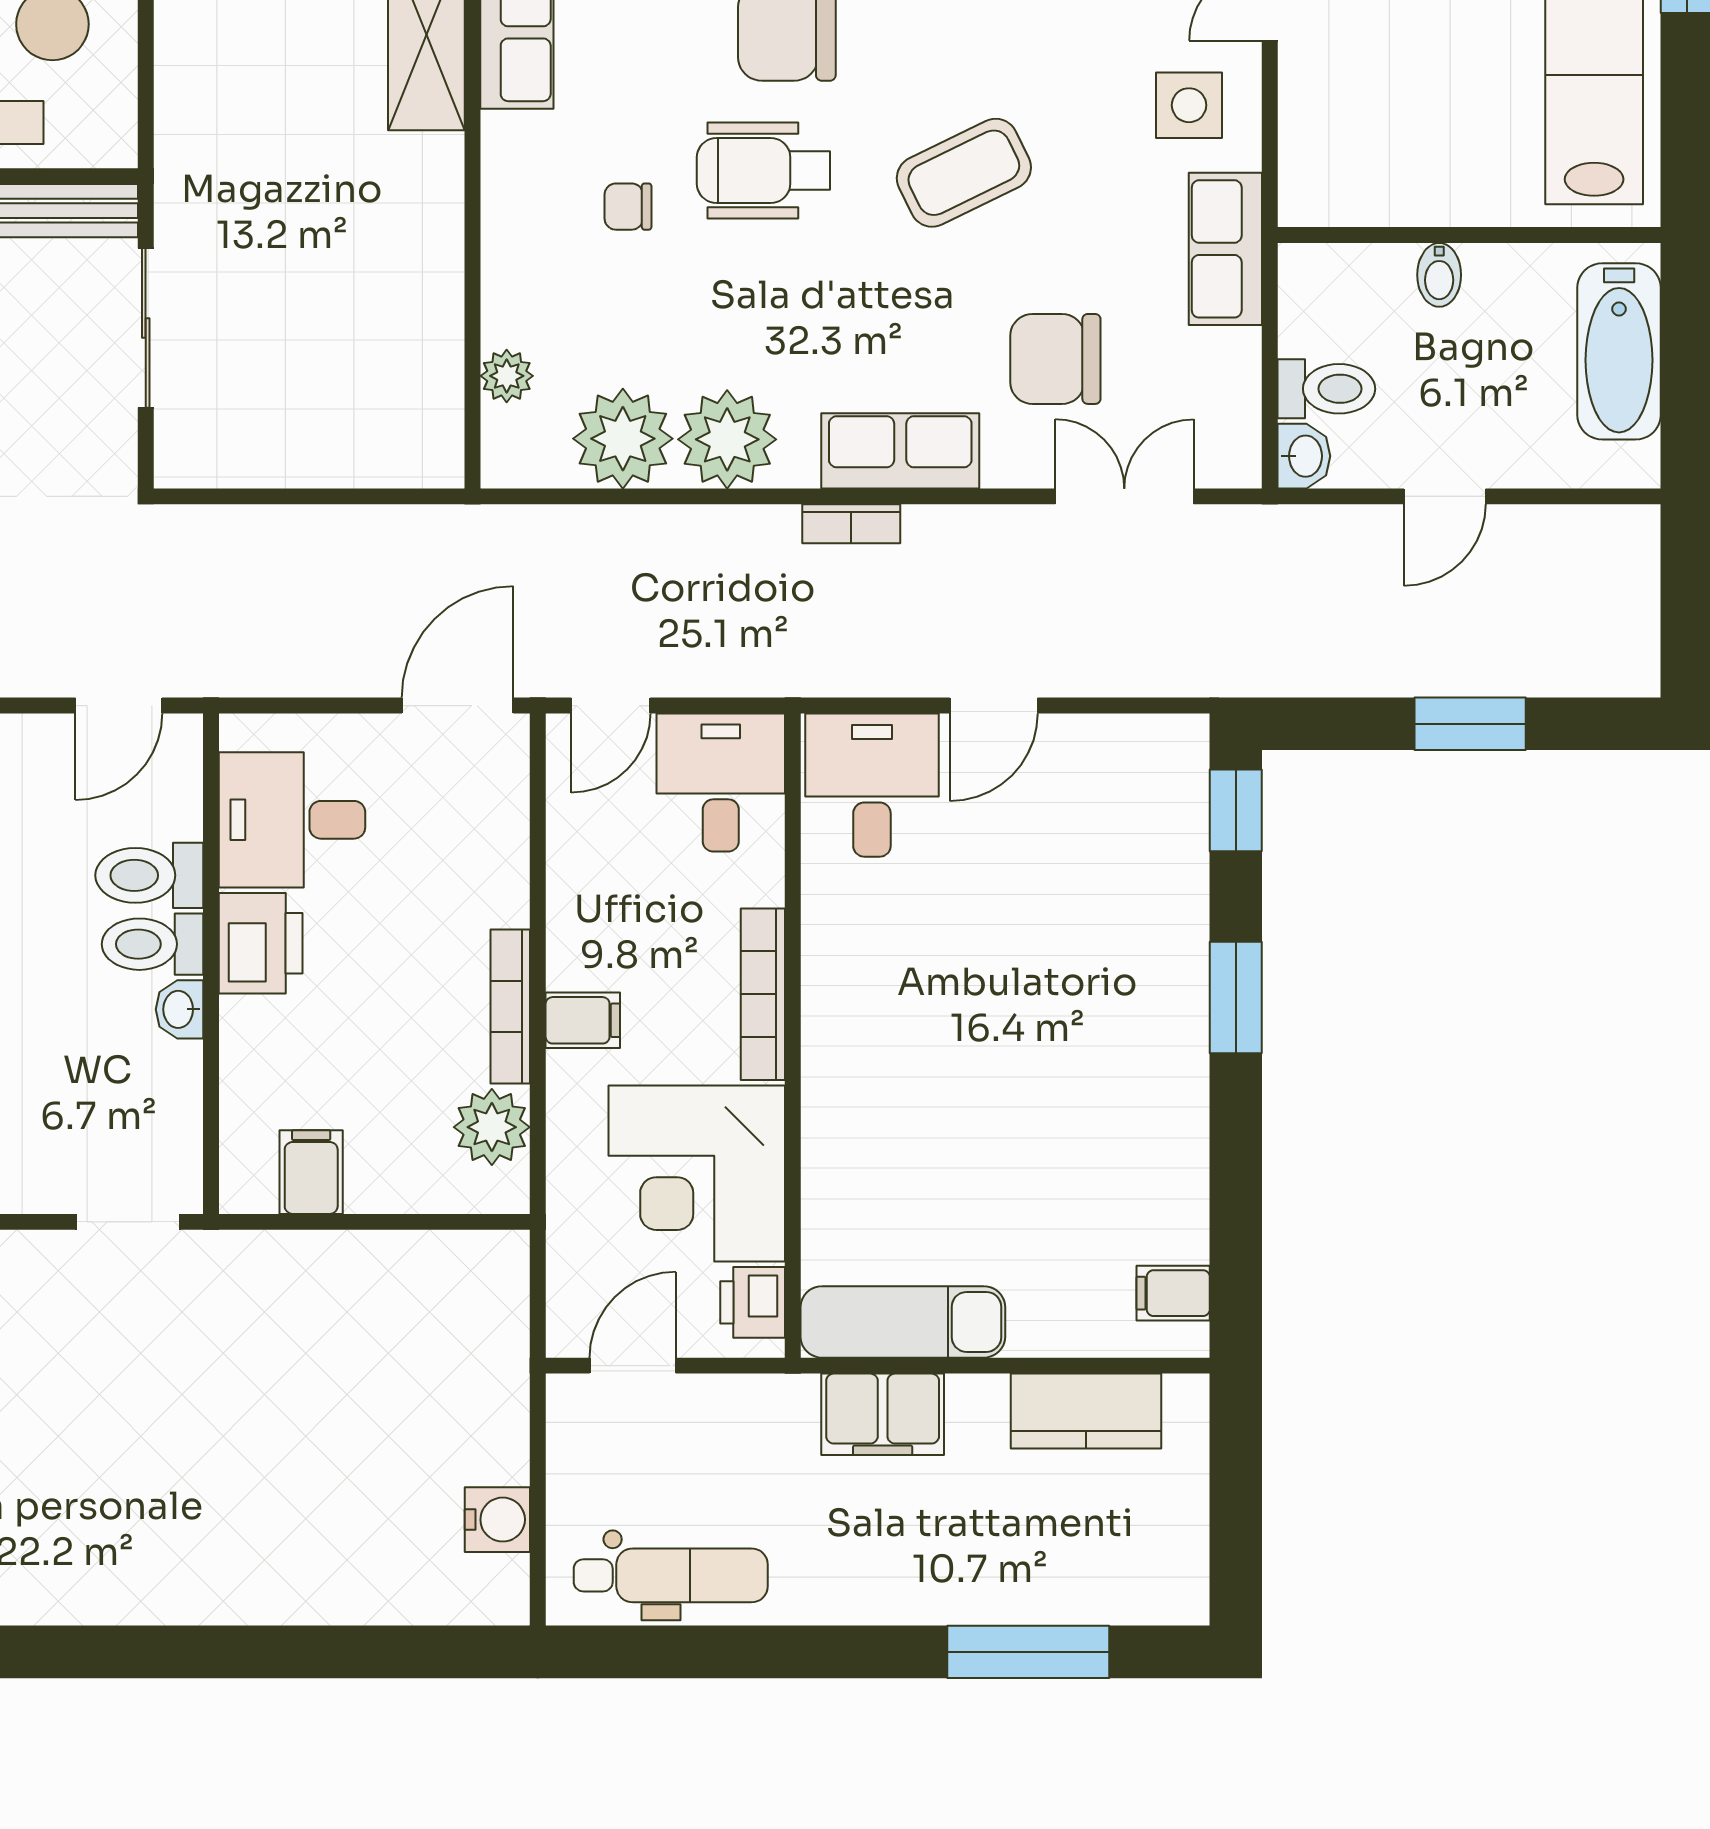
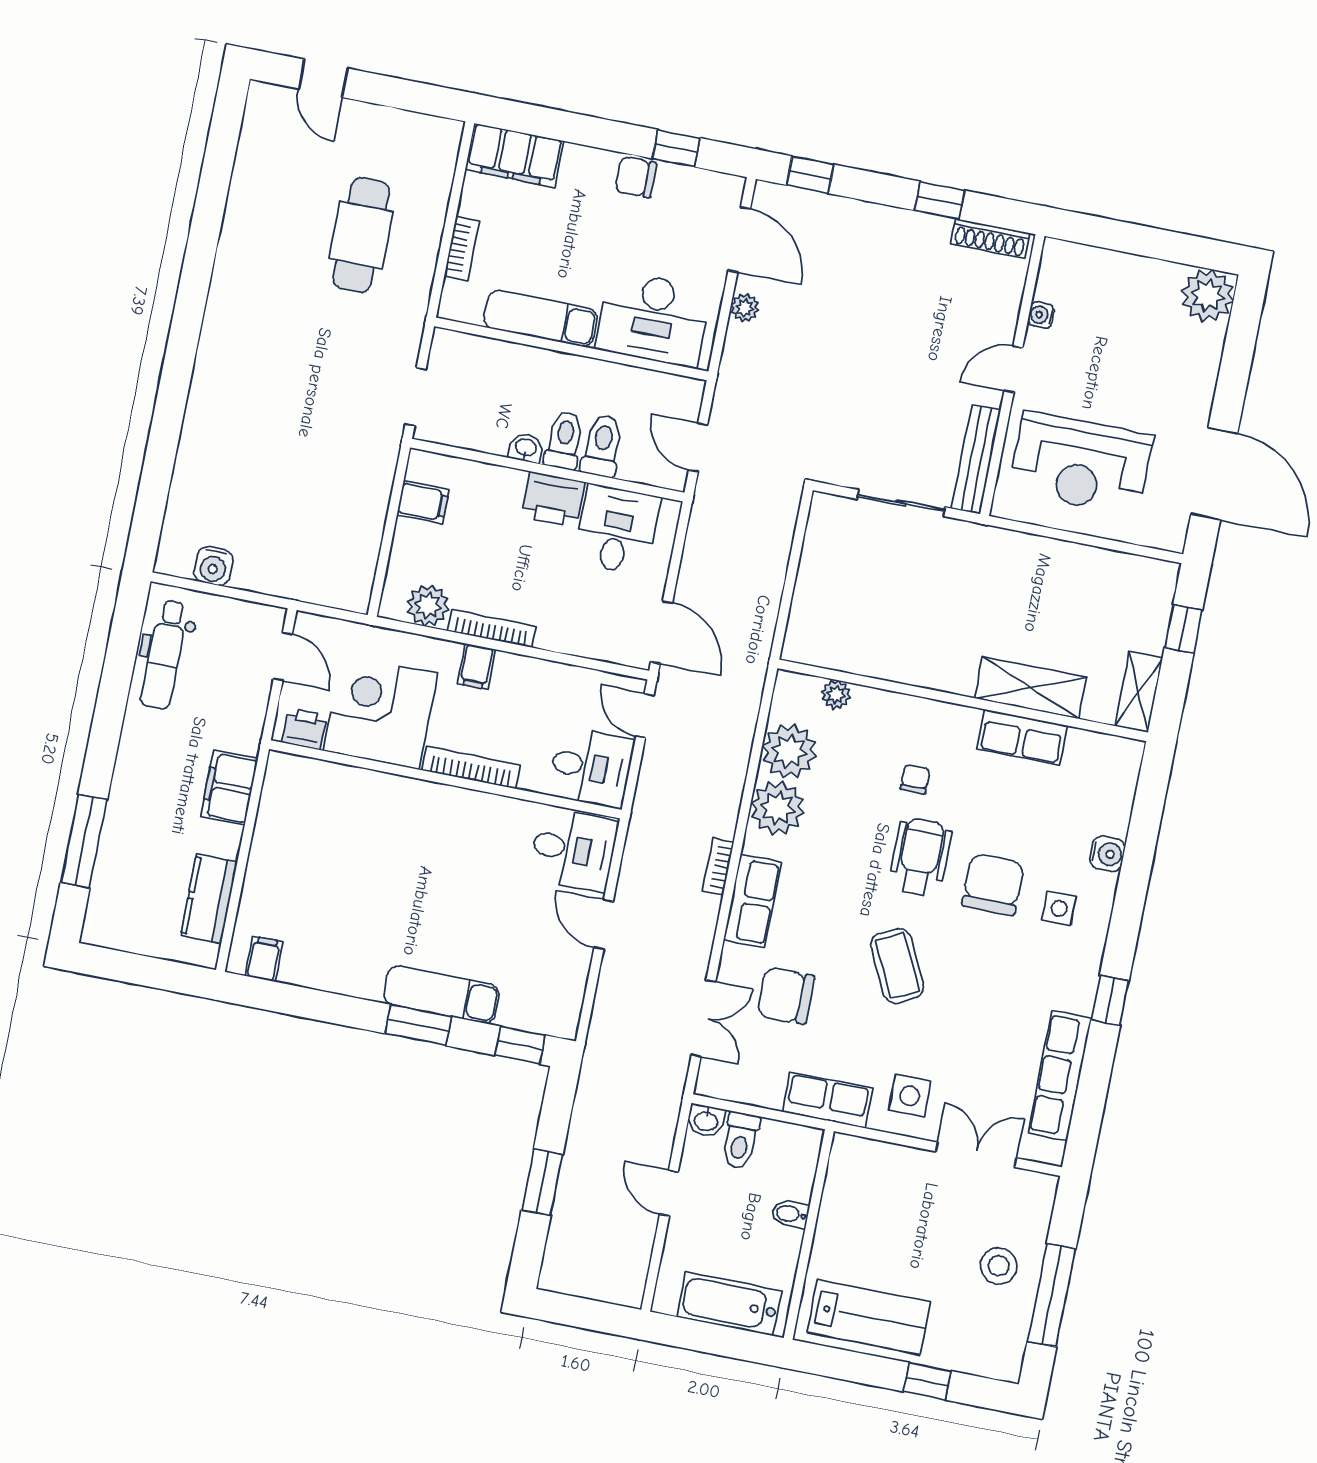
chair: (1055, 359) -> (786, 996), turned -90
exam couch: (903, 1322) -> (442, 995), moved, turned -90

